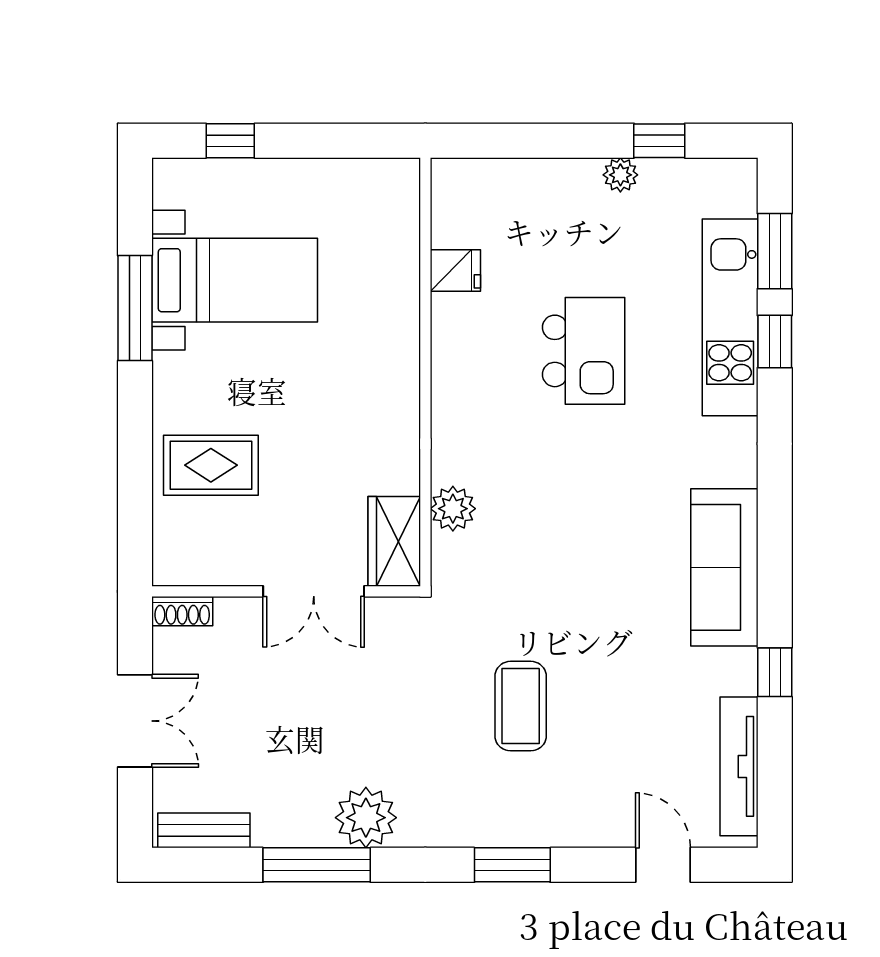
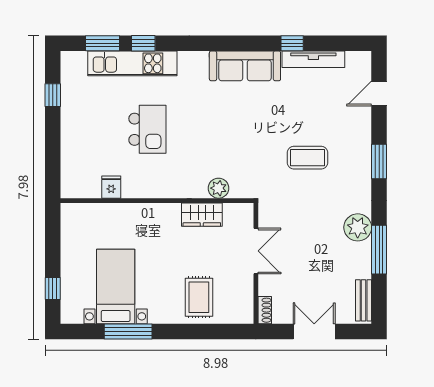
plant: (620, 175) -> (68, 113), removed
kitchen island: (584, 351) -> (147, 129), turned 90
wardrobe: (394, 541) -> (202, 215), moved
tv unit: (739, 766) -> (313, 59), moved

